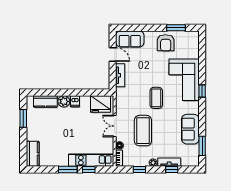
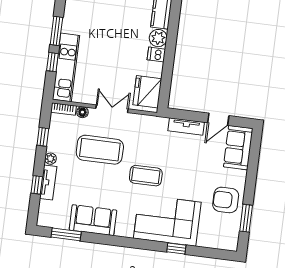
window: (202, 91) -> (176, 249), moved

